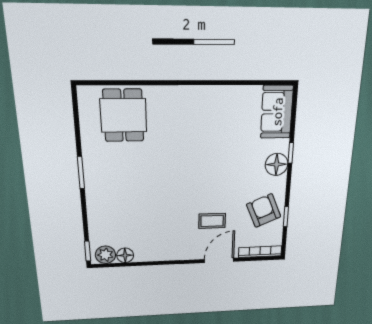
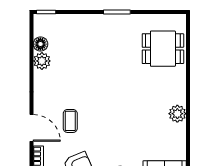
plant: (205, 96) -> (177, 114), added
plant: (105, 255) -> (42, 61), moved

